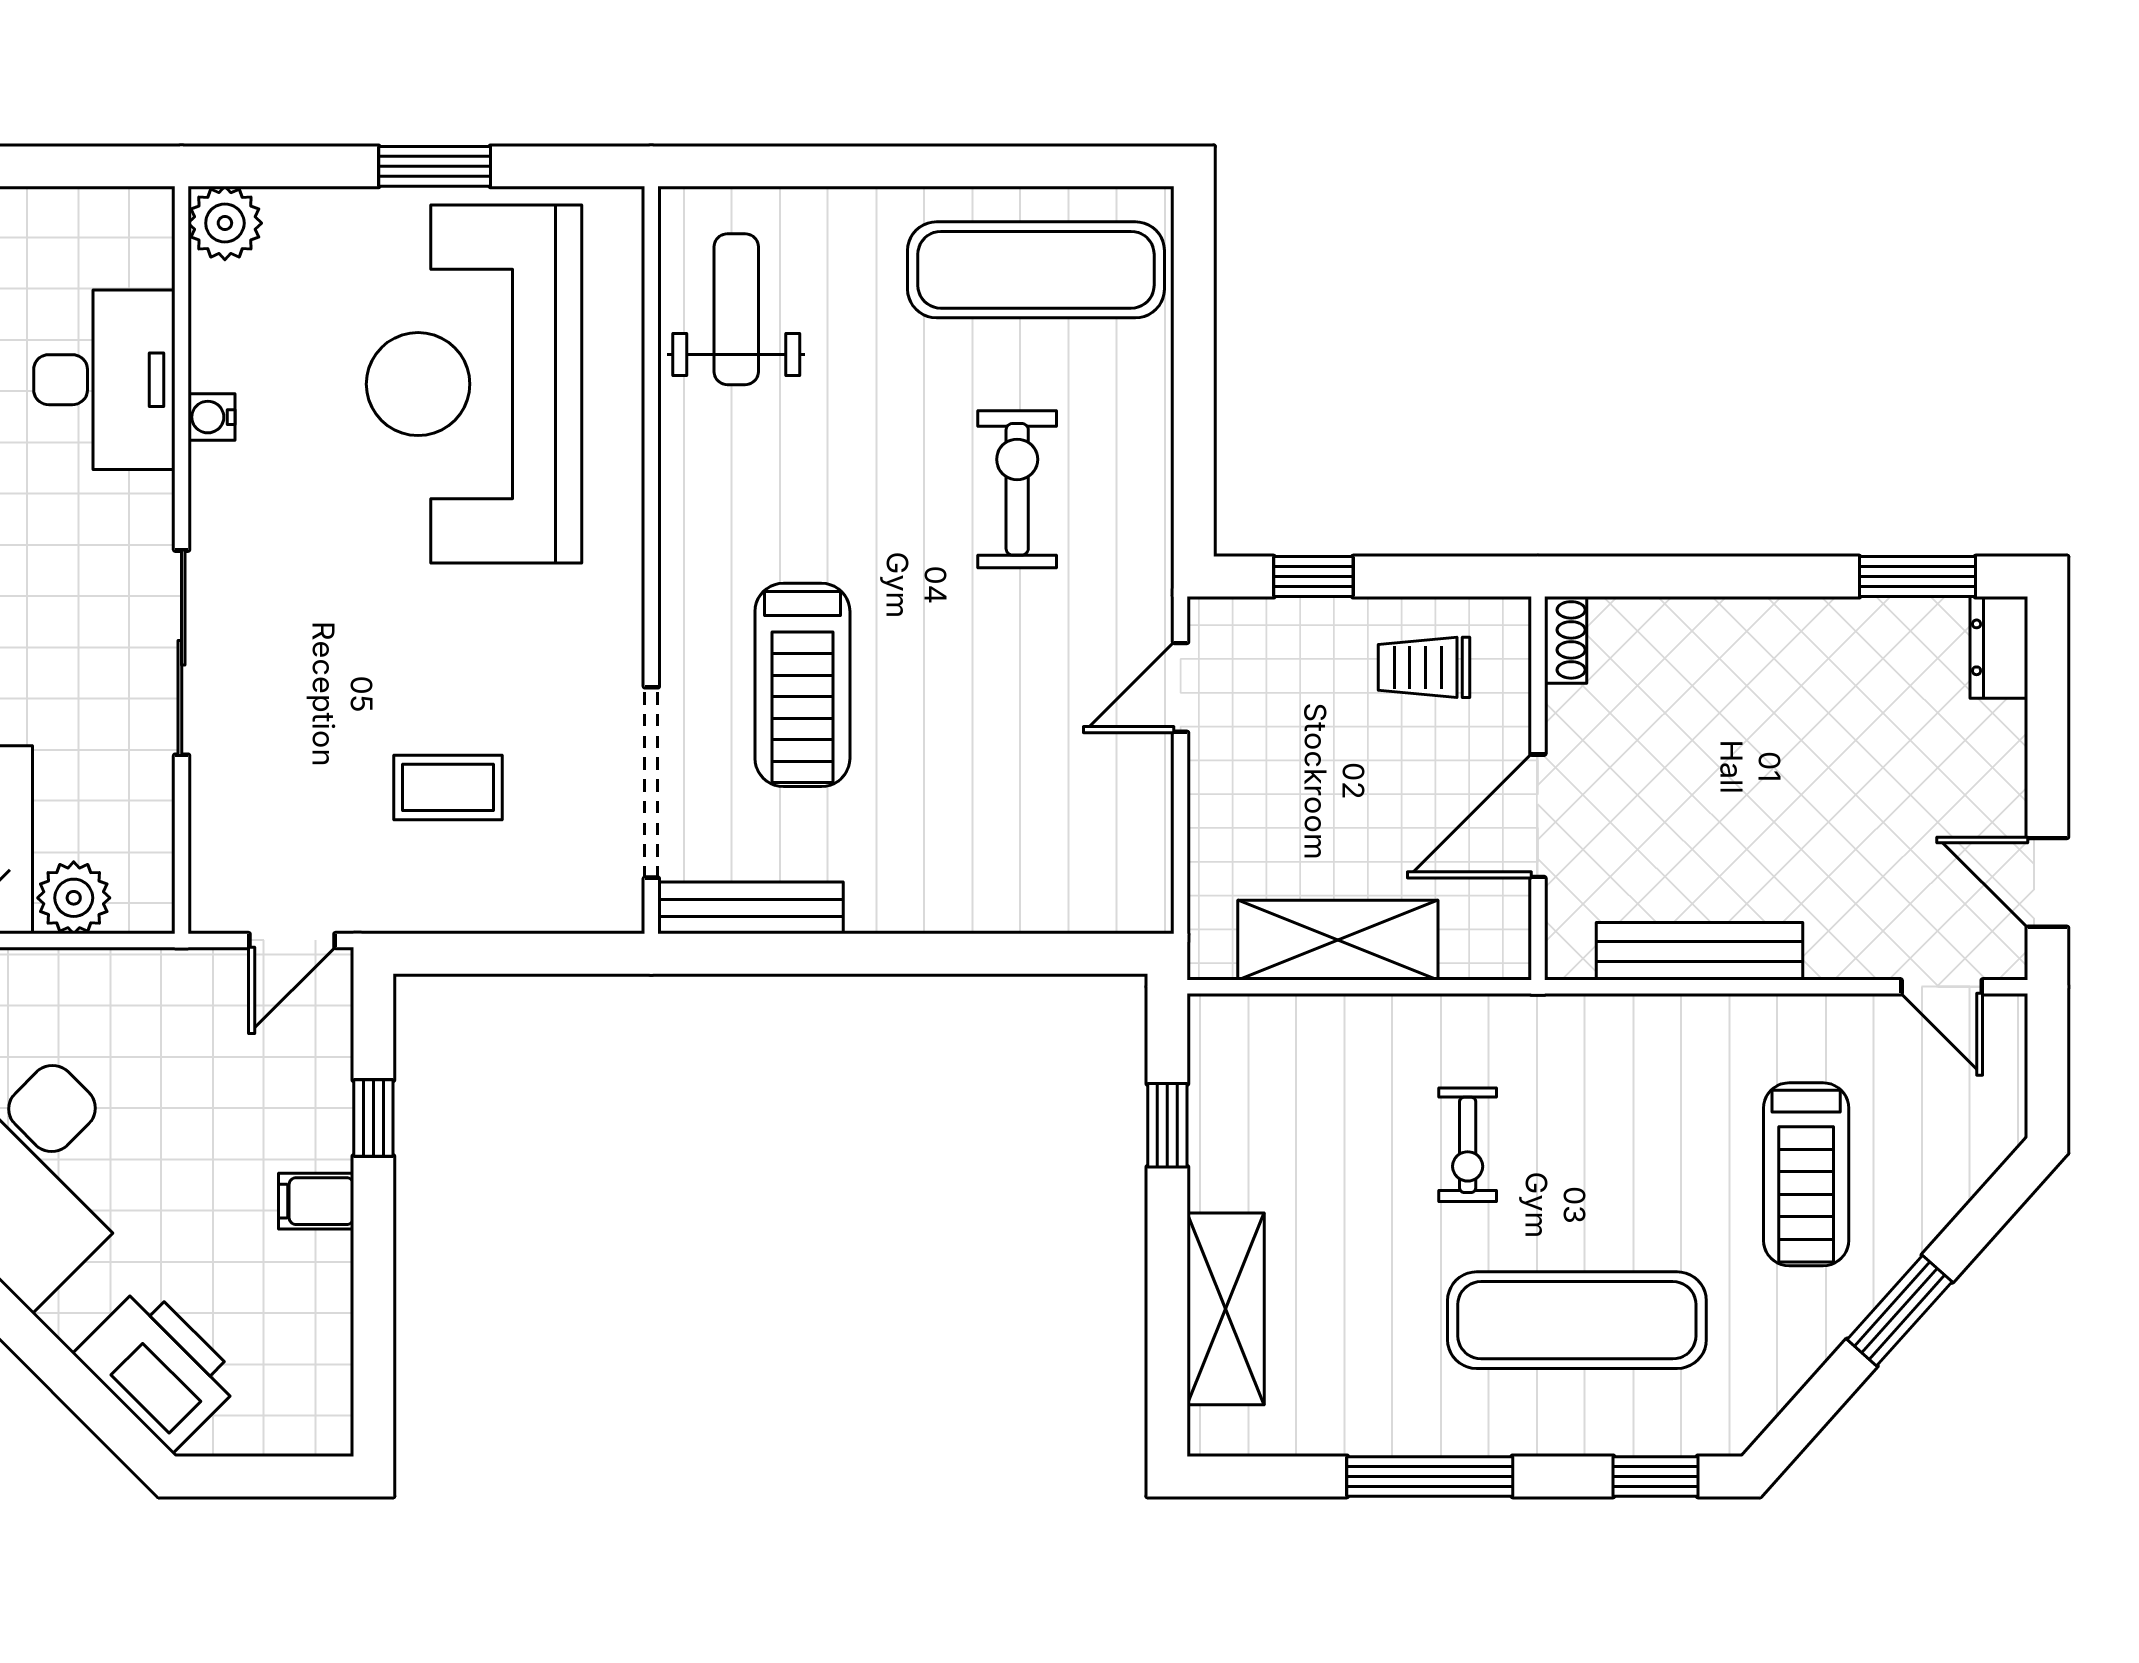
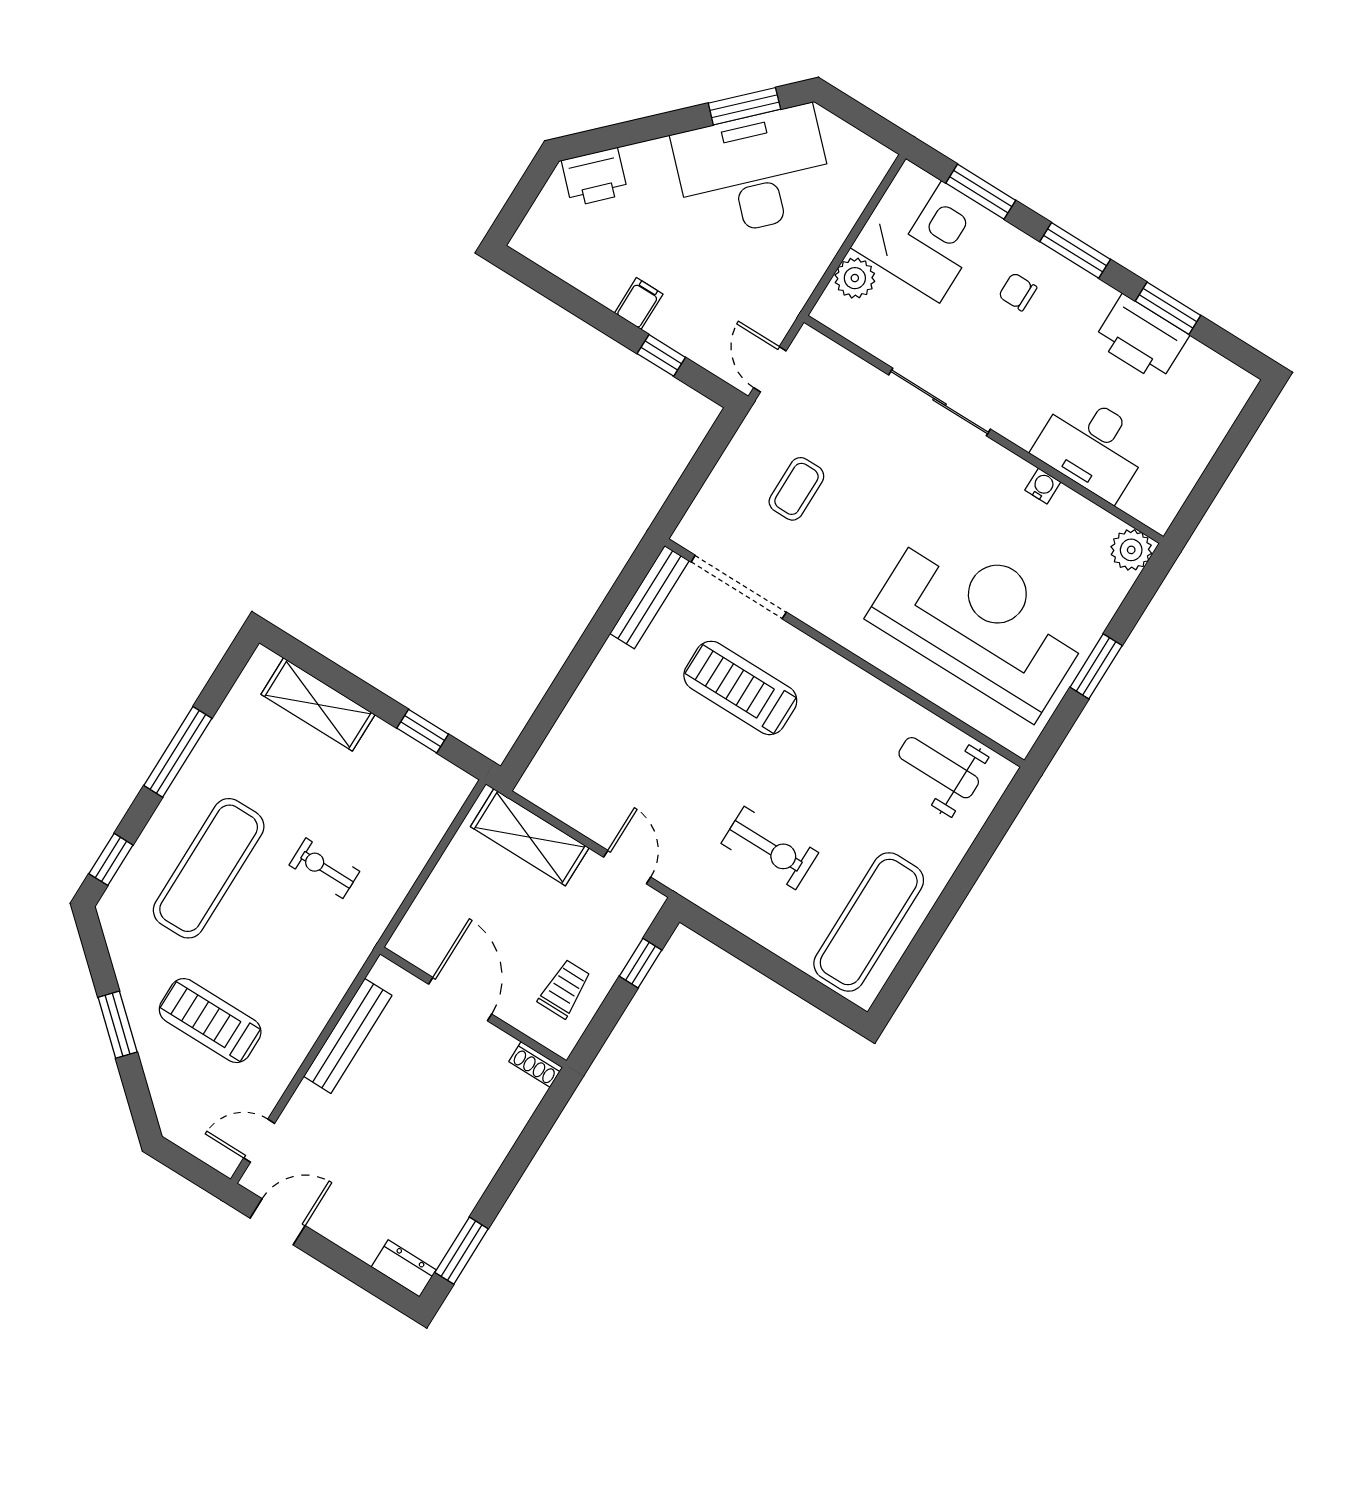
weight bench: (736, 309) -> (939, 768), turned 180
shelving: (1338, 940) -> (530, 837), moved, turned 90
printer: (158, 1368) -> (595, 177), width x0.73, depth x0.84

